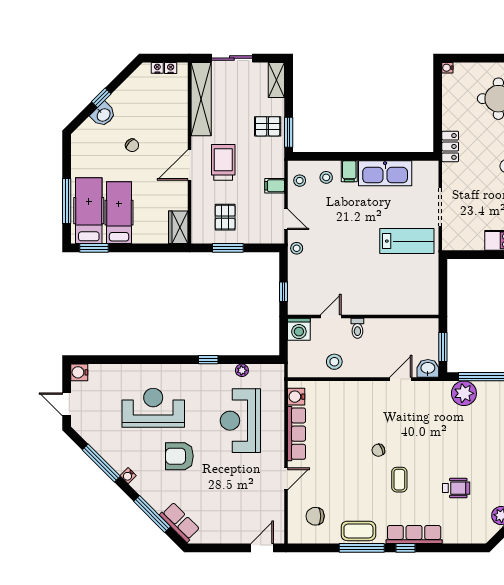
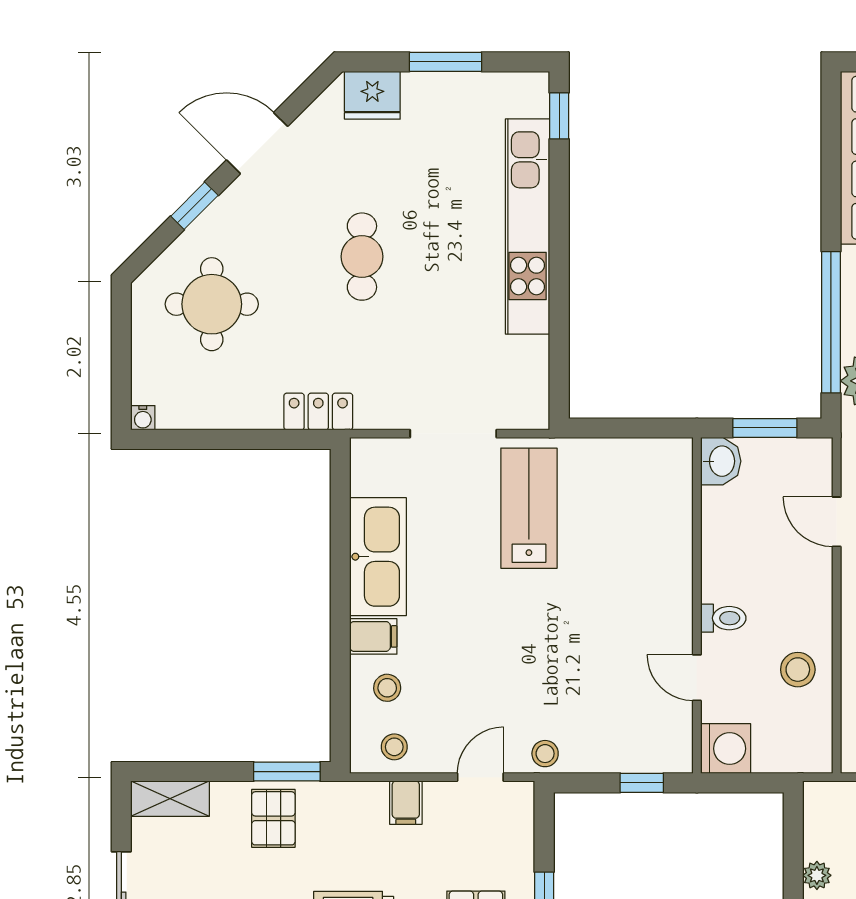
washbasin: (428, 368) -> (721, 461), moved, turned 180

